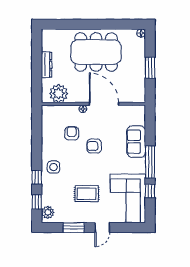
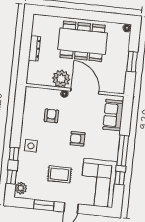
plant: (59, 93) -> (61, 79), moved
sofa: (136, 142) -> (113, 115), moved
armchair: (94, 146) -> (77, 139), moved

